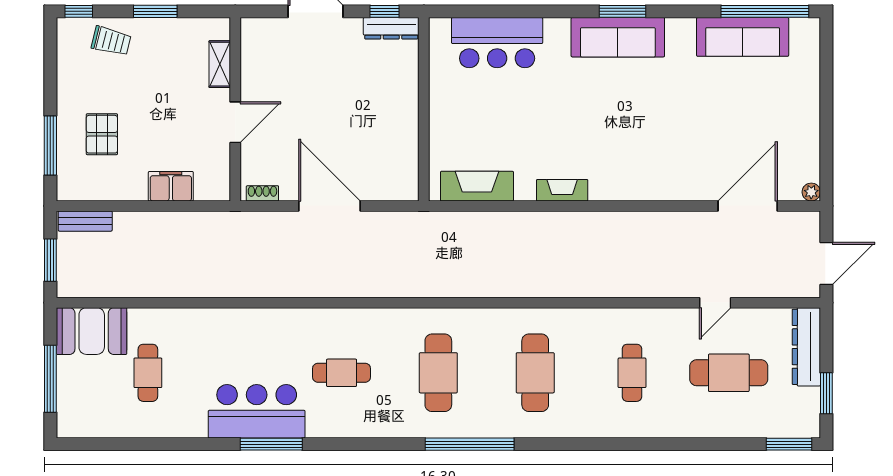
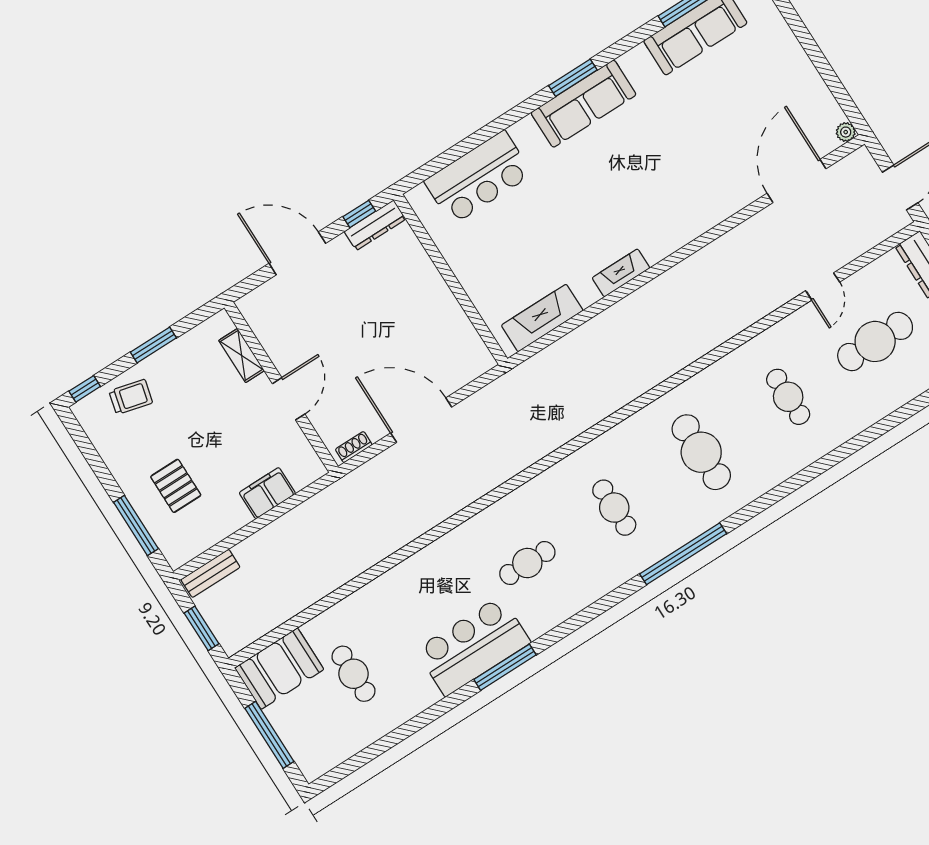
cafe table: (438, 373) -> (614, 508), width x0.73, depth x0.74

